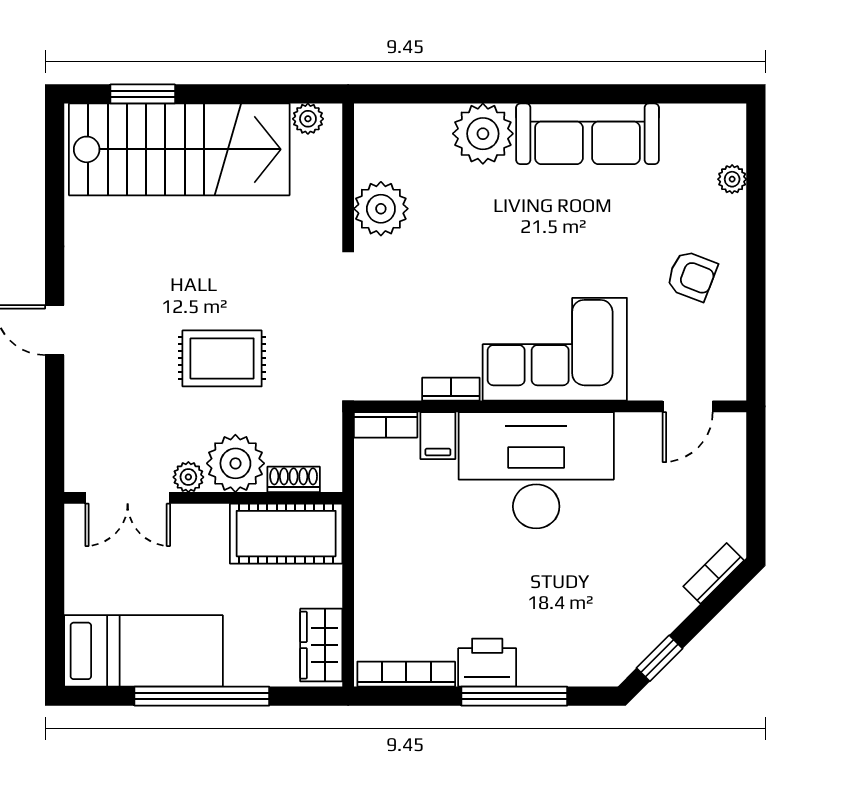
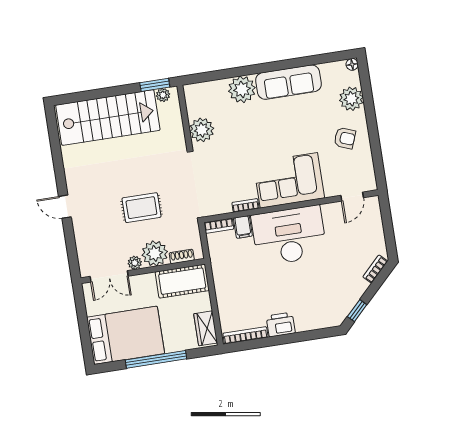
window: (143, 94) -> (155, 85), moved
floor lamp: (733, 117) -> (352, 64), added
plant: (732, 179) -> (351, 99), width x1.87, depth x1.87
bed: (144, 651) -> (126, 335), width x1.50
window: (514, 696) -> (295, 338), removed

